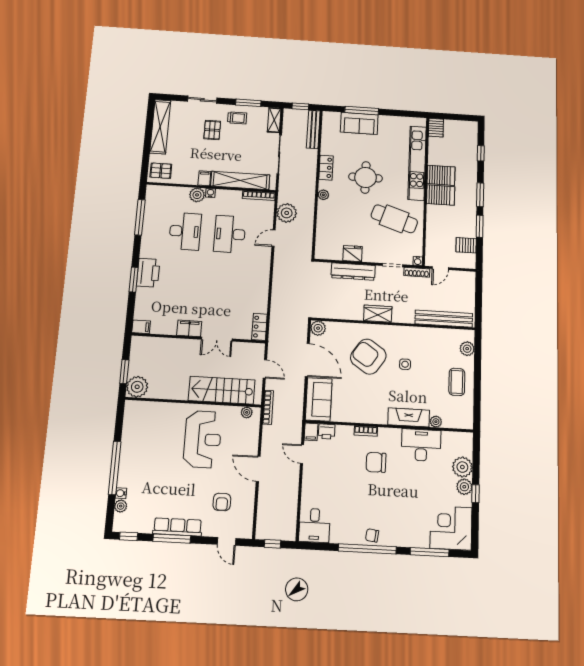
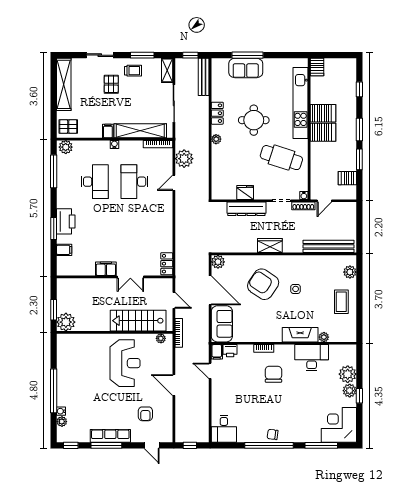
plant: (197, 195) -> (66, 147), moved
filing cabinet: (141, 327) -> (64, 250), moved
chair: (376, 462) -> (273, 374), turned 90

